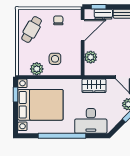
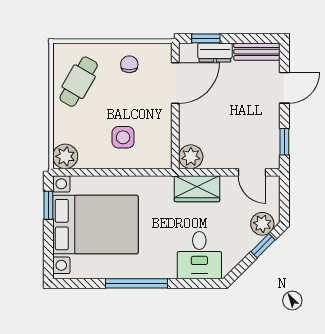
plant: (91, 57) -> (191, 157), moved
plant: (37, 69) -> (65, 156), moved
desk: (91, 121) -> (199, 255), width x0.73
window: (62, 136) -> (137, 283), width x0.68

